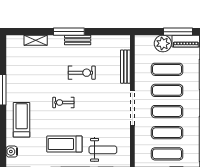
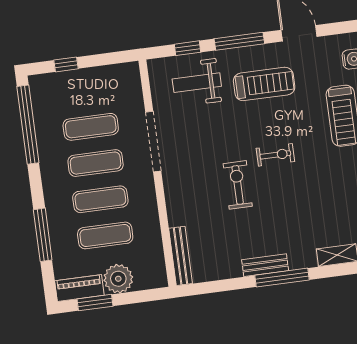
window: (178, 32) -> (95, 303), width x0.69
bench: (125, 67) -> (181, 256), moved
exercise bike: (82, 73) -> (238, 185), moved, turned 90
doorway: (132, 108) -> (153, 141), moved
exercise mat: (167, 154) -> (86, 91), removed

